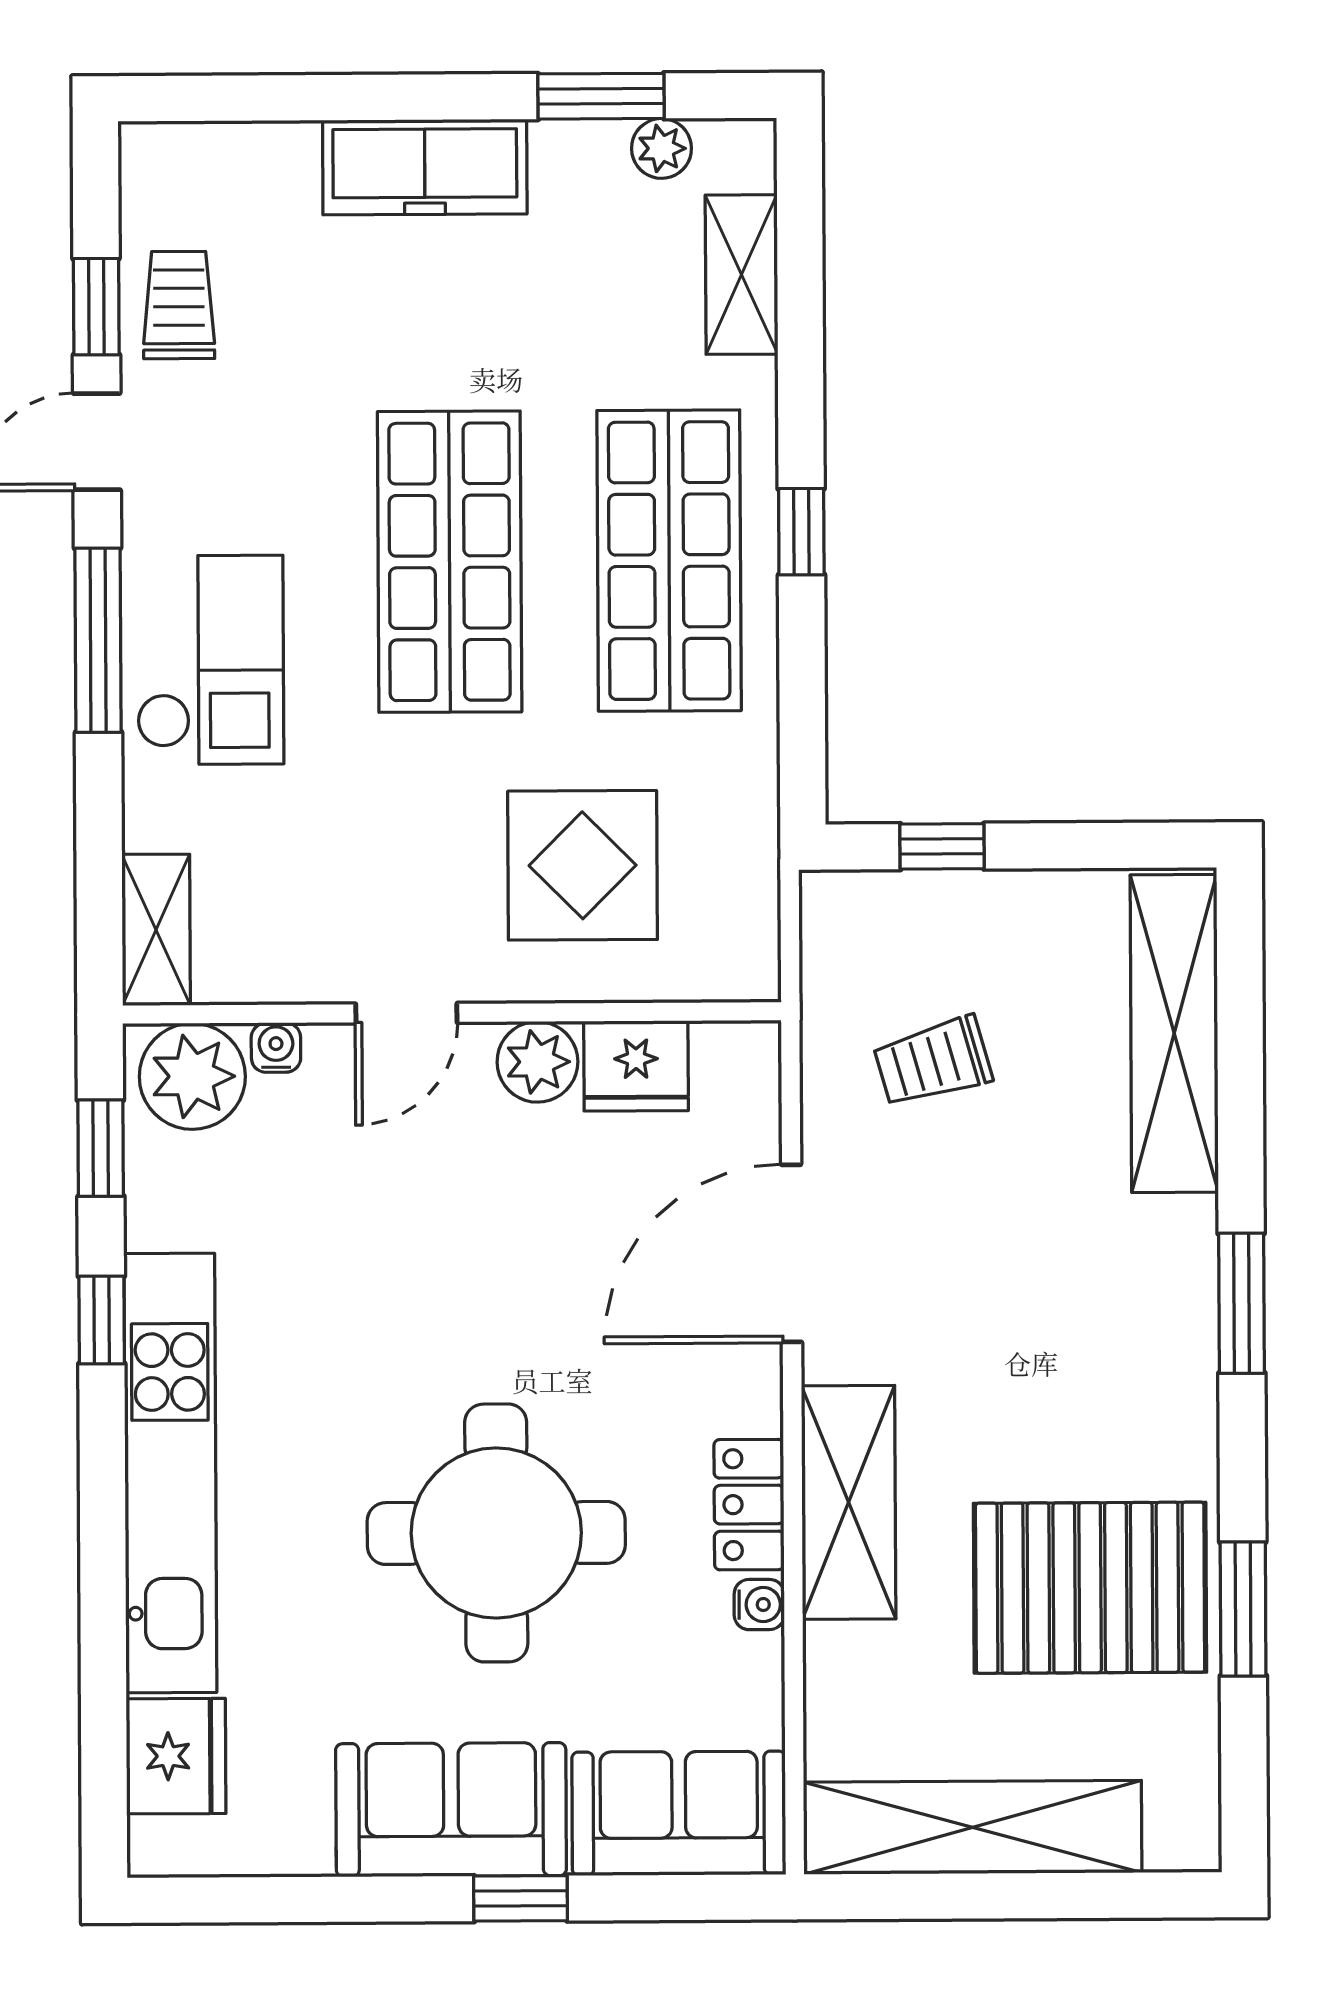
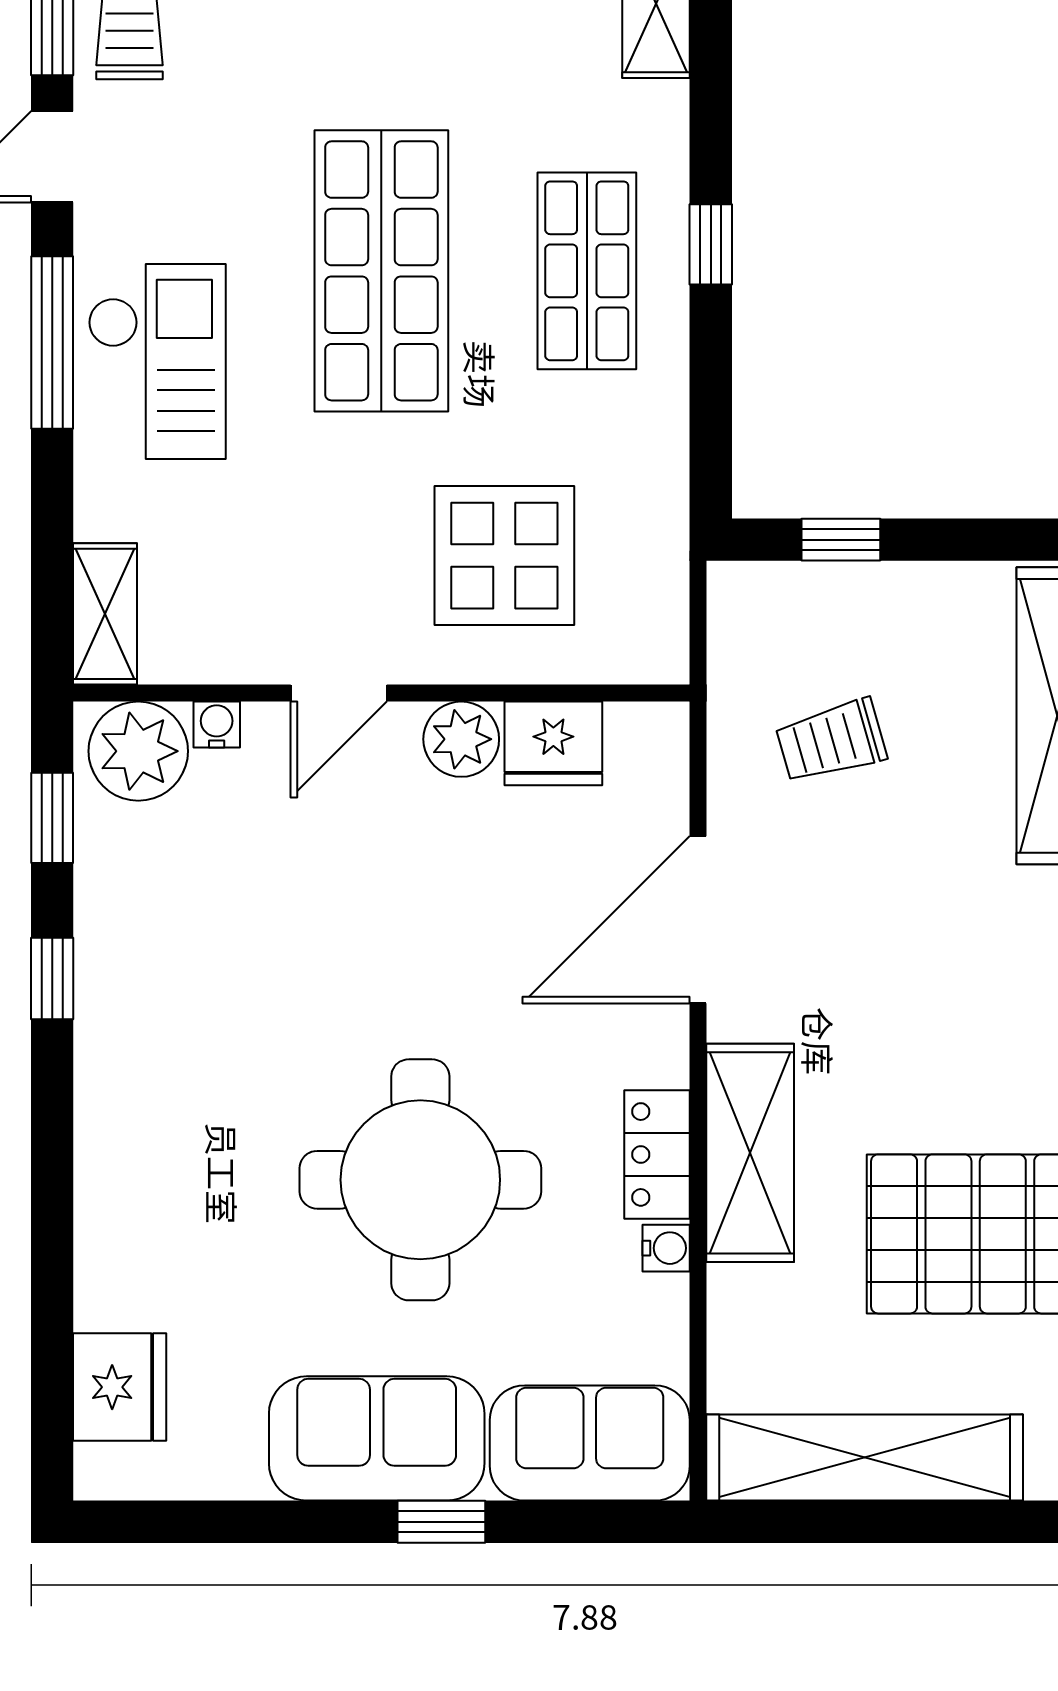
shop shelf: (669, 561) -> (587, 271), width x0.70, depth x0.74
kitchen unit: (170, 1473) -> (116, 1122), removed

